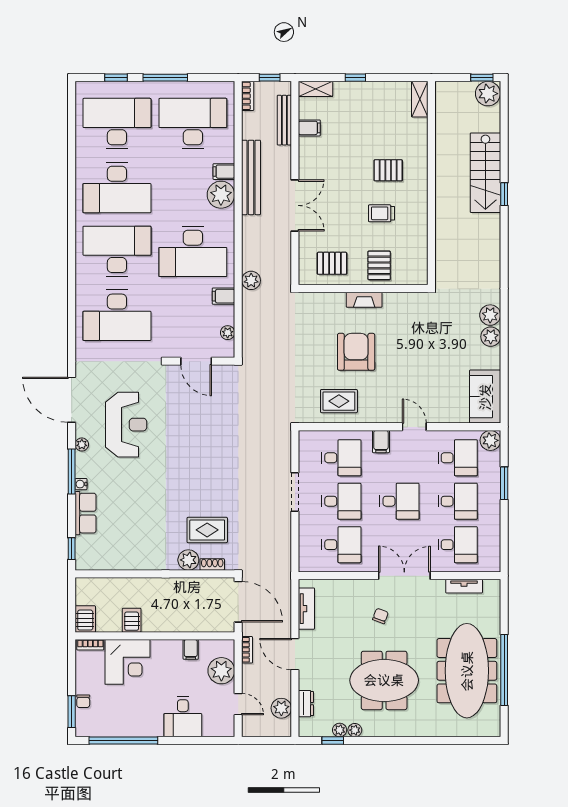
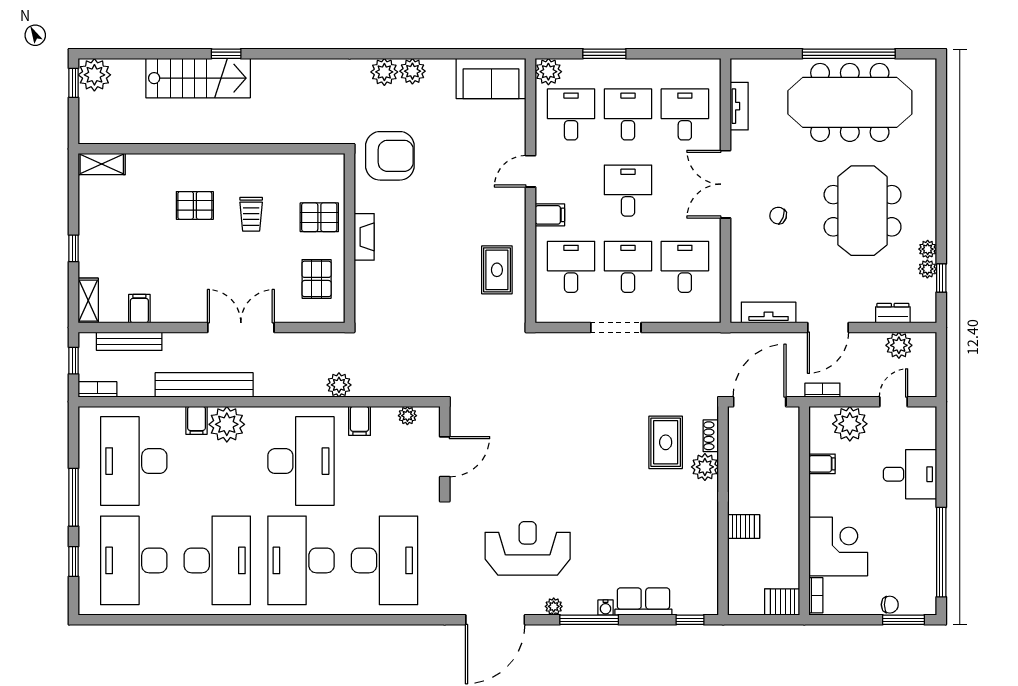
pallet: (388, 170) -> (195, 205), turned 90
armchair: (356, 352) -> (390, 156), moved, turned 180
server rack: (132, 620) -> (744, 526), moved, turned 180

